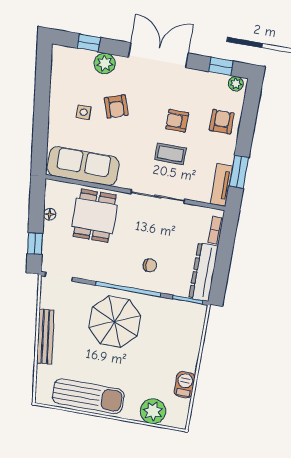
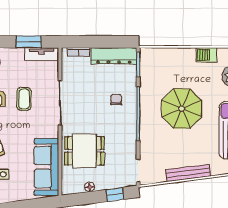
parasol: (115, 322) -> (182, 109), moved

